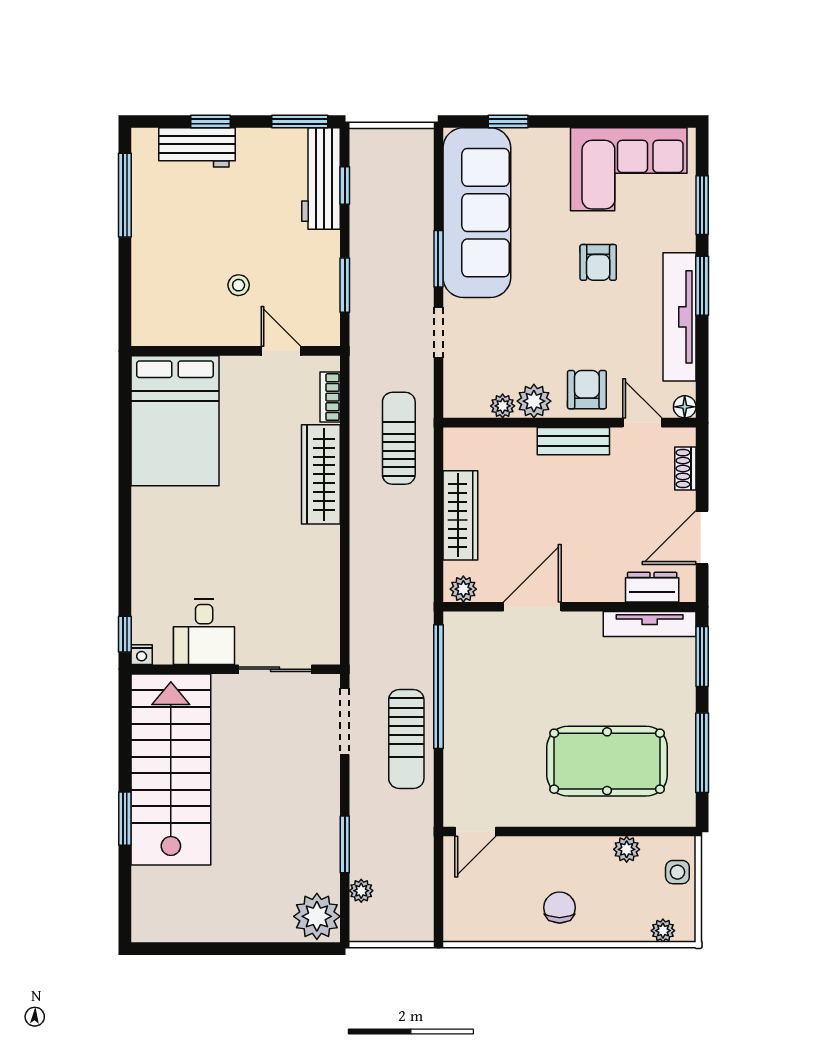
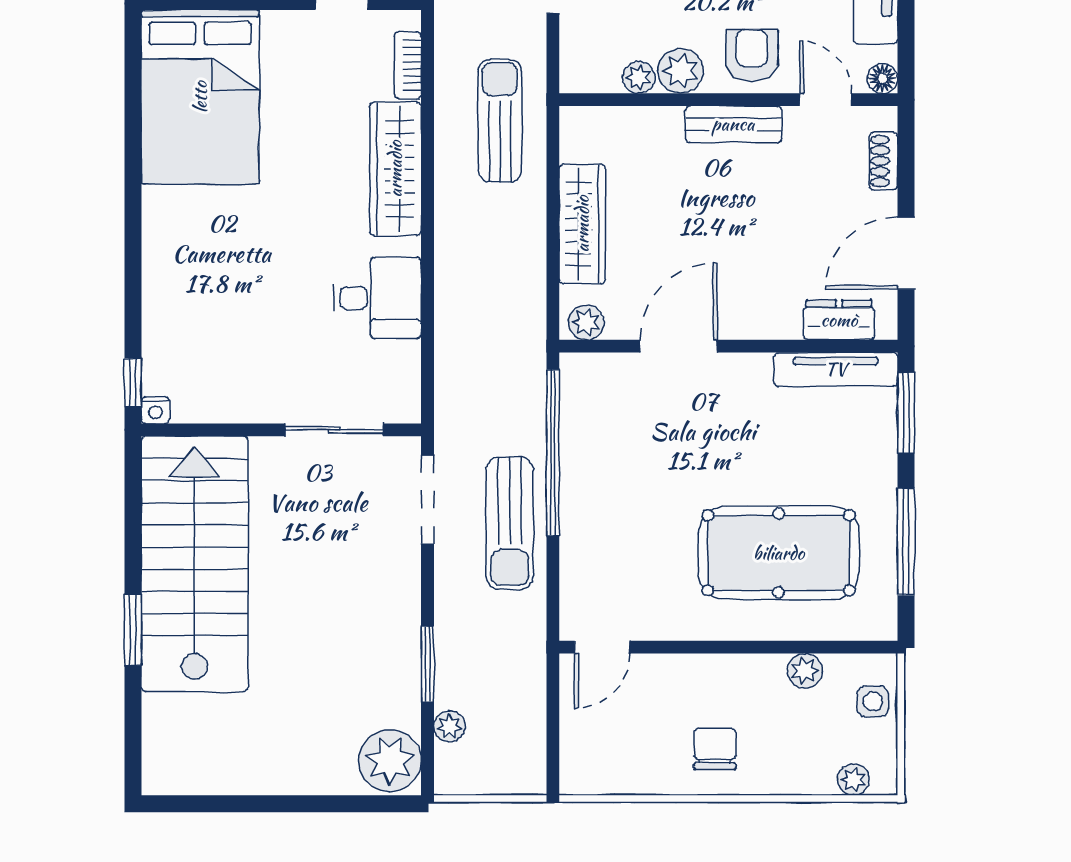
desk: (204, 632) -> (377, 298), moved, turned -90

